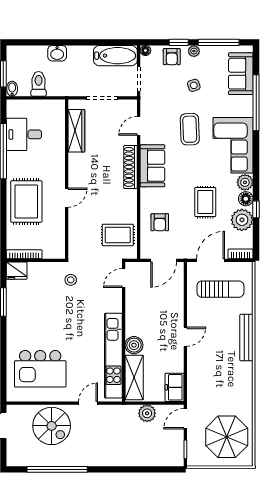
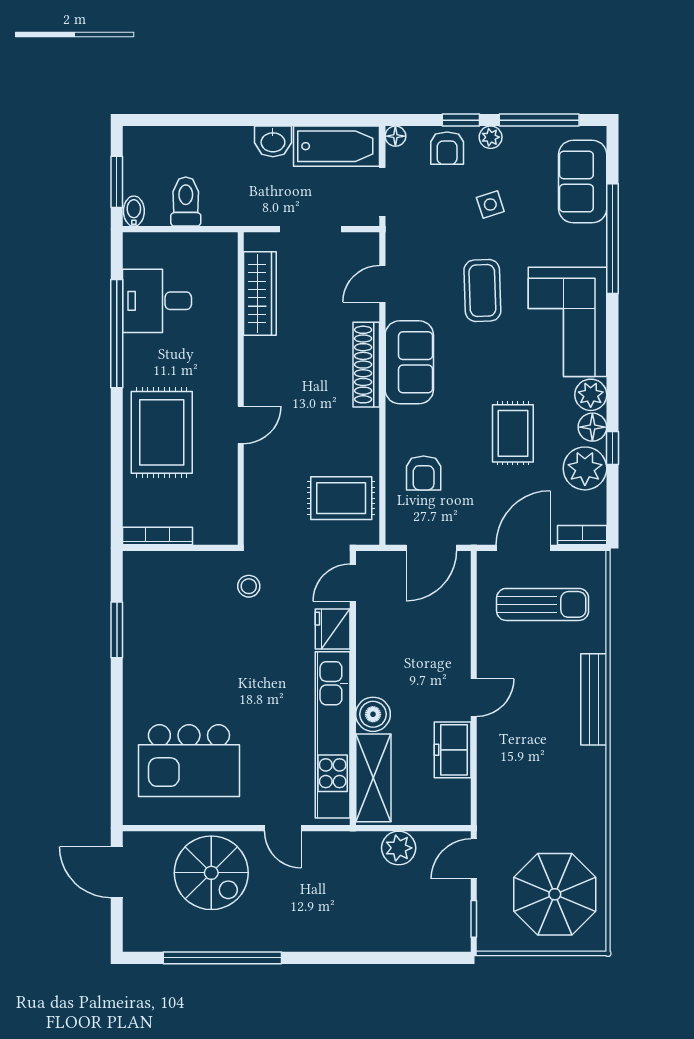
washbasin: (57, 53) -> (273, 141), moved
fridge: (17, 271) -> (333, 629), moved, turned 90
freezer: (175, 387) -> (453, 750), moved
door: (88, 403) -> (283, 828), swing flipped

